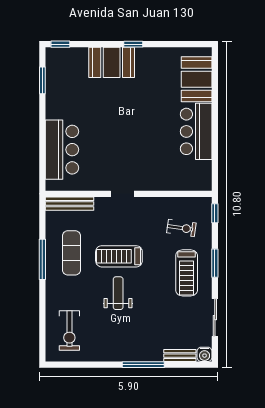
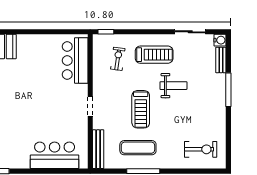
bar counter: (196, 131) -> (75, 61), moved, turned 90
window: (215, 263) -> (146, 32), removed
weight bench: (118, 293) -> (173, 86), moved, turned 180

